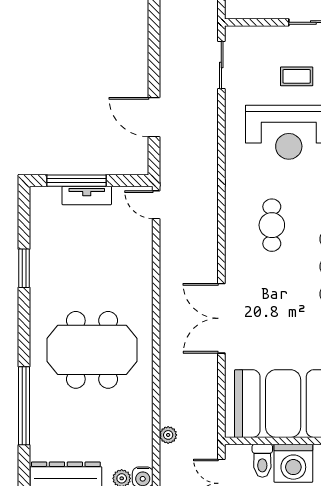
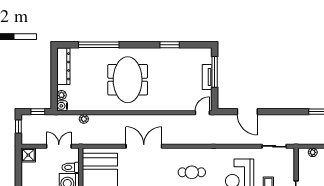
door: (154, 117) -> (247, 112), swing flipped

